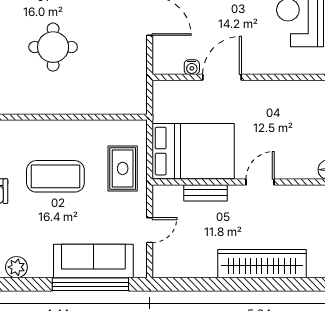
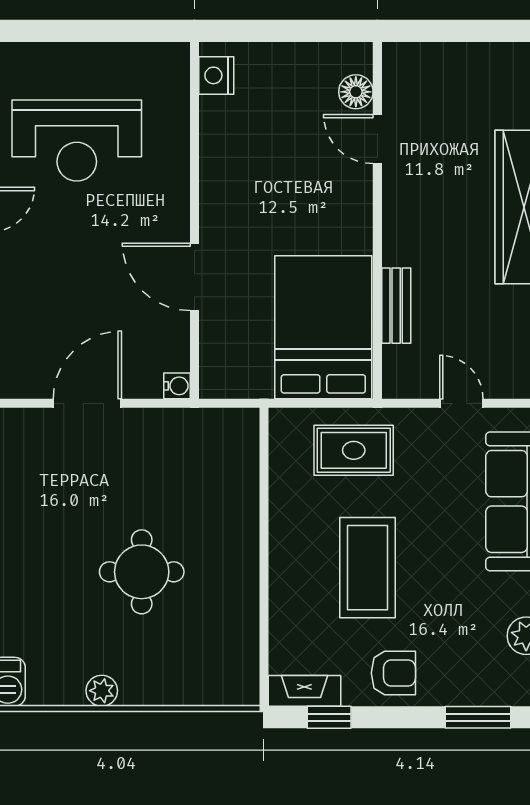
water cooler: (192, 67) -> (177, 386), moved
door: (260, 182) -> (377, 139), moved

